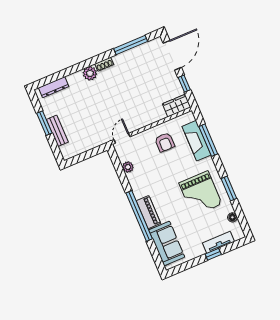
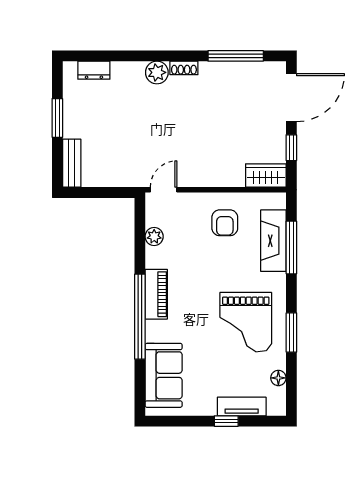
dresser: (54, 87) -> (94, 70), width x0.70
bench: (57, 131) -> (72, 163), moved
piano: (148, 212) -> (156, 294), moved

